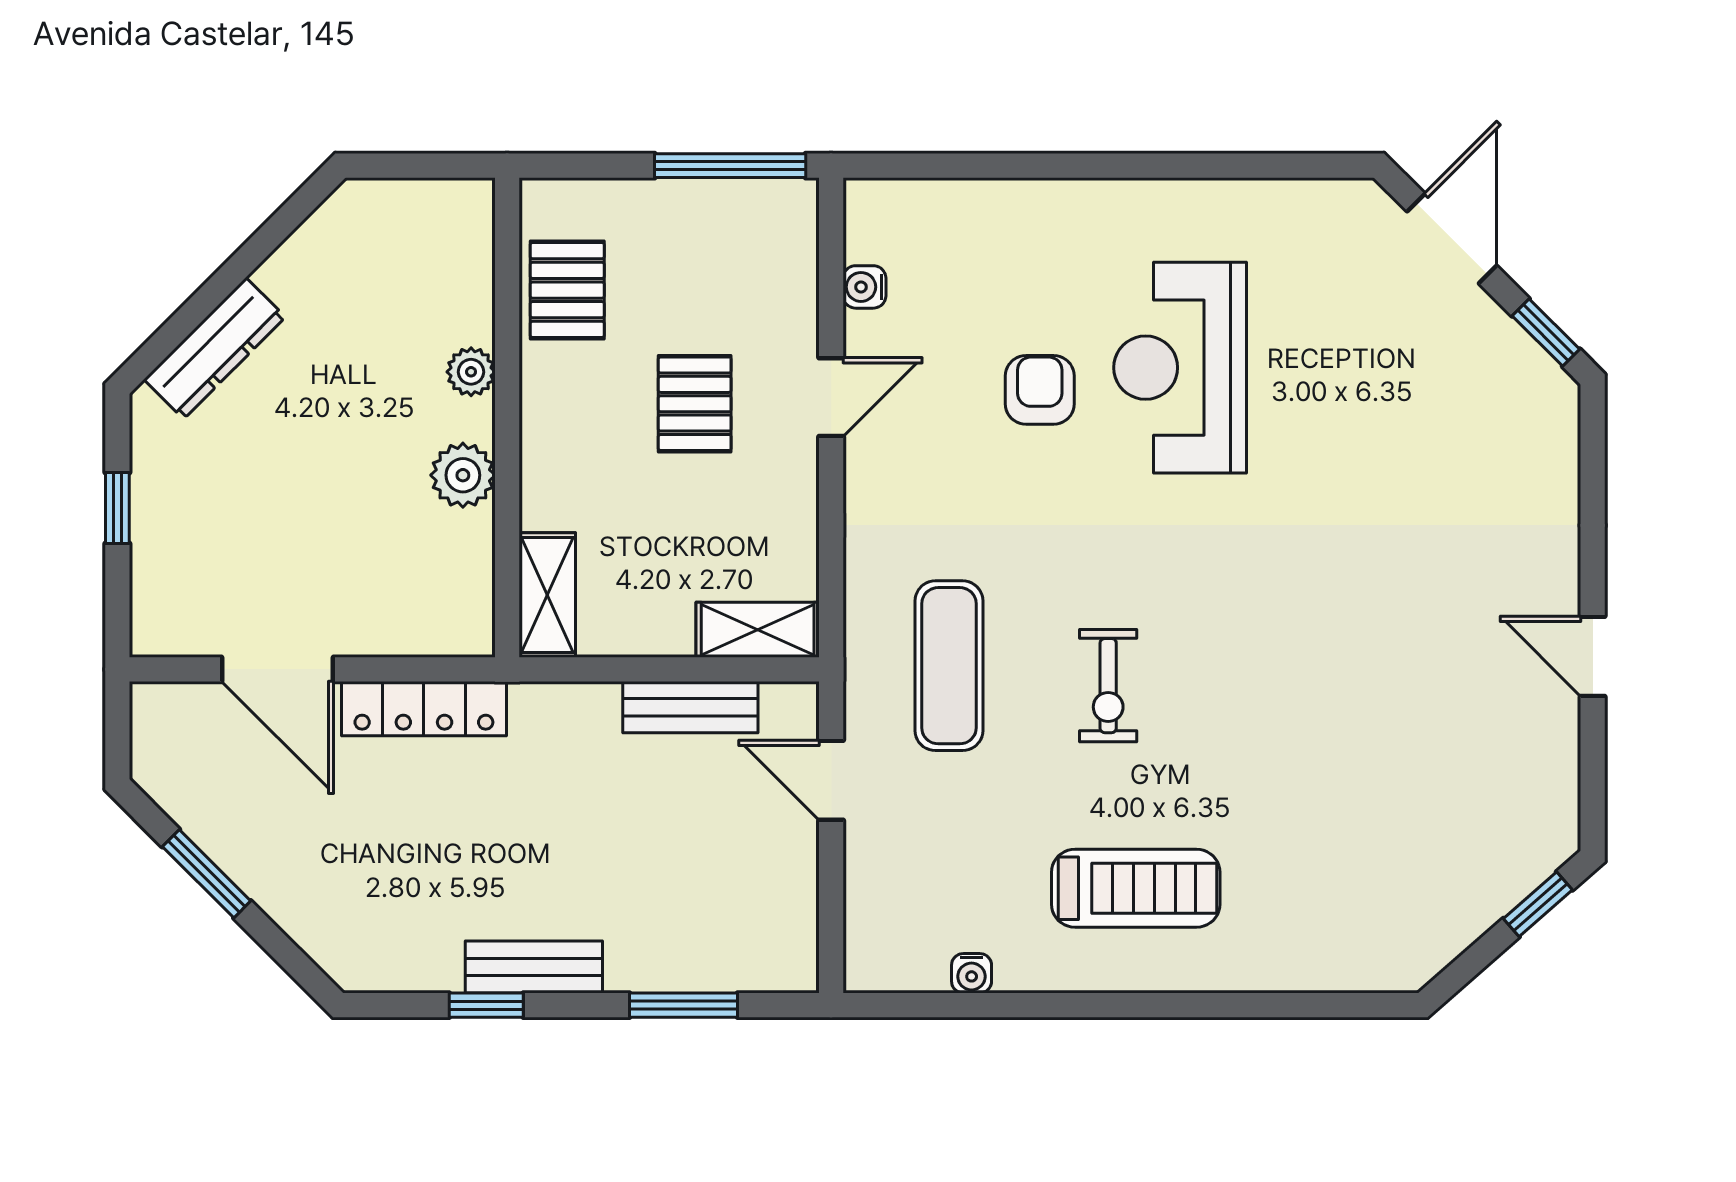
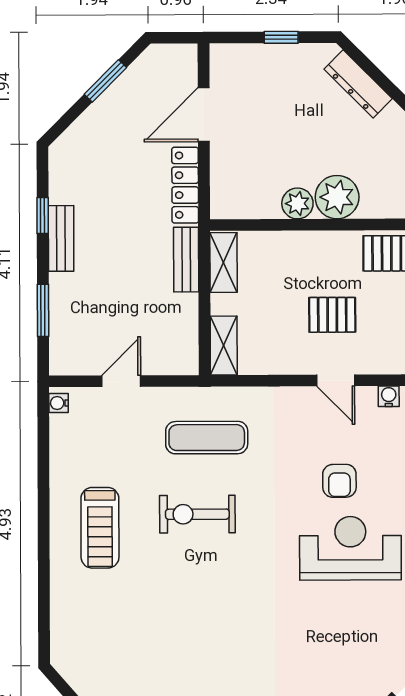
plant: (471, 372) -> (337, 197), width x1.87, depth x1.87
armchair: (1040, 390) -> (339, 481), turned 90
shelving: (547, 595) -> (224, 263), moved, turned 90
exercise bike: (1108, 686) -> (197, 514), width x1.38, depth x1.39
bench: (690, 707) -> (186, 260), moved
door: (831, 780) -> (121, 381), moved
water cooler: (972, 973) -> (59, 403), moved

